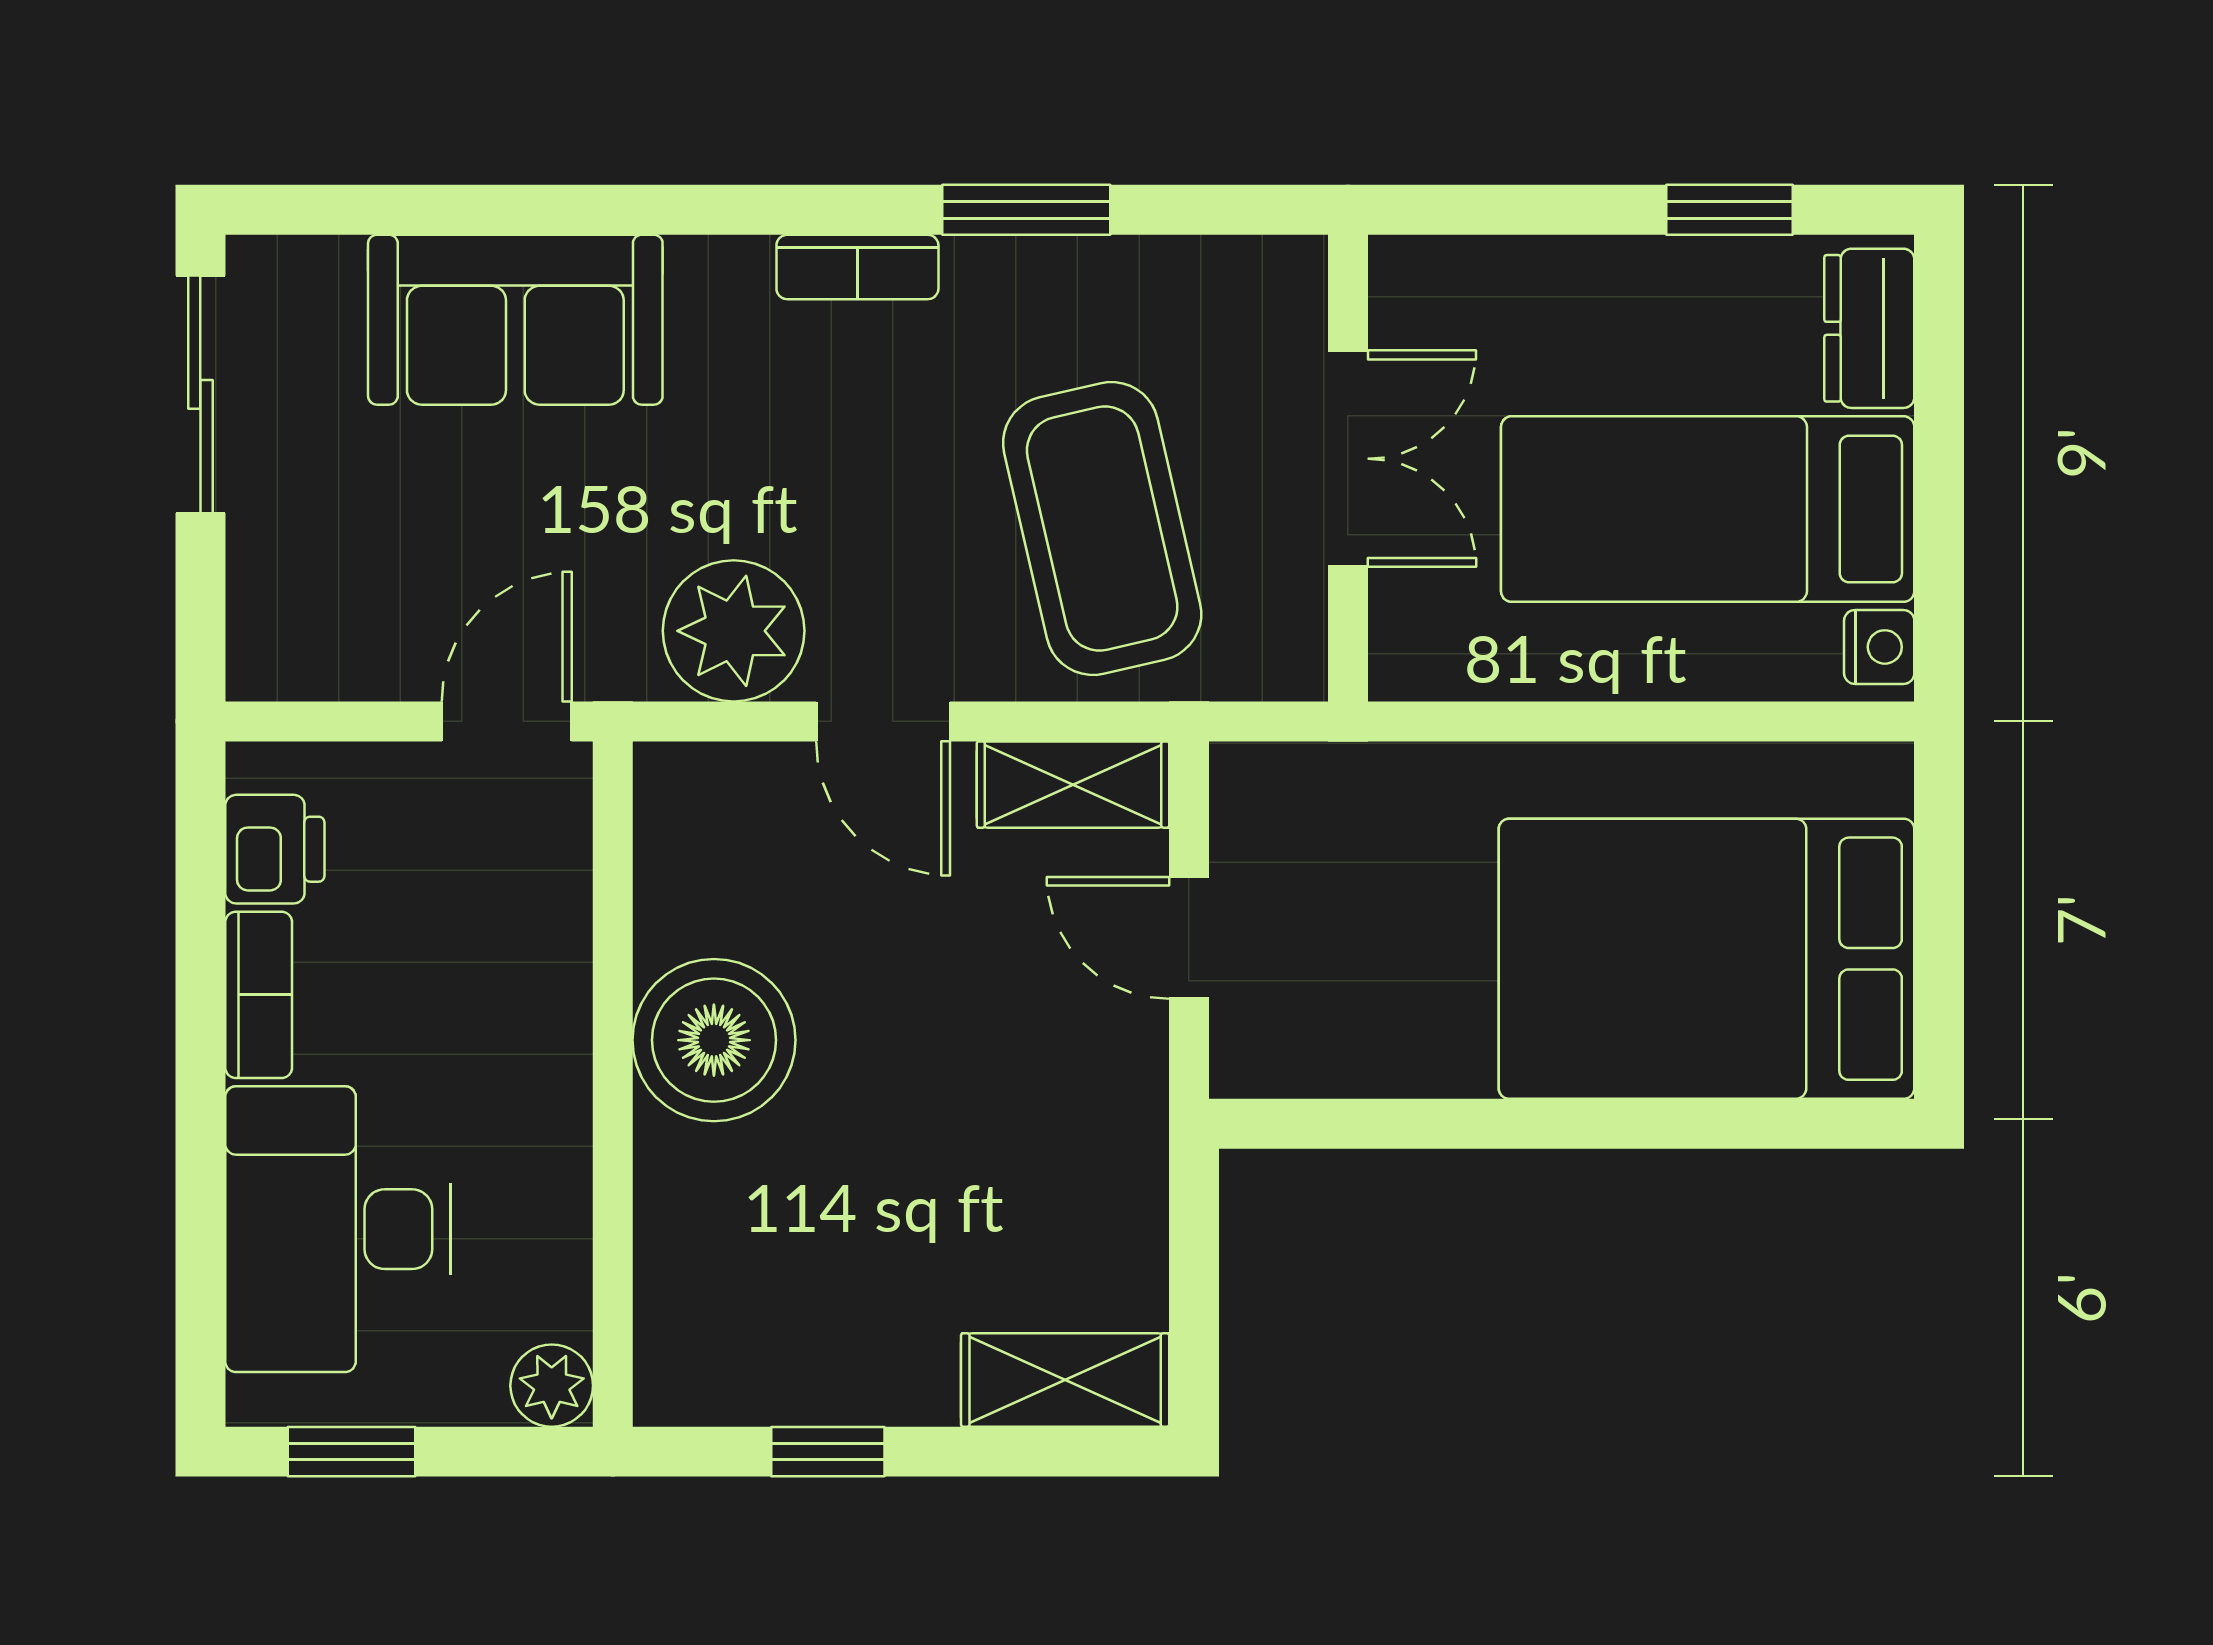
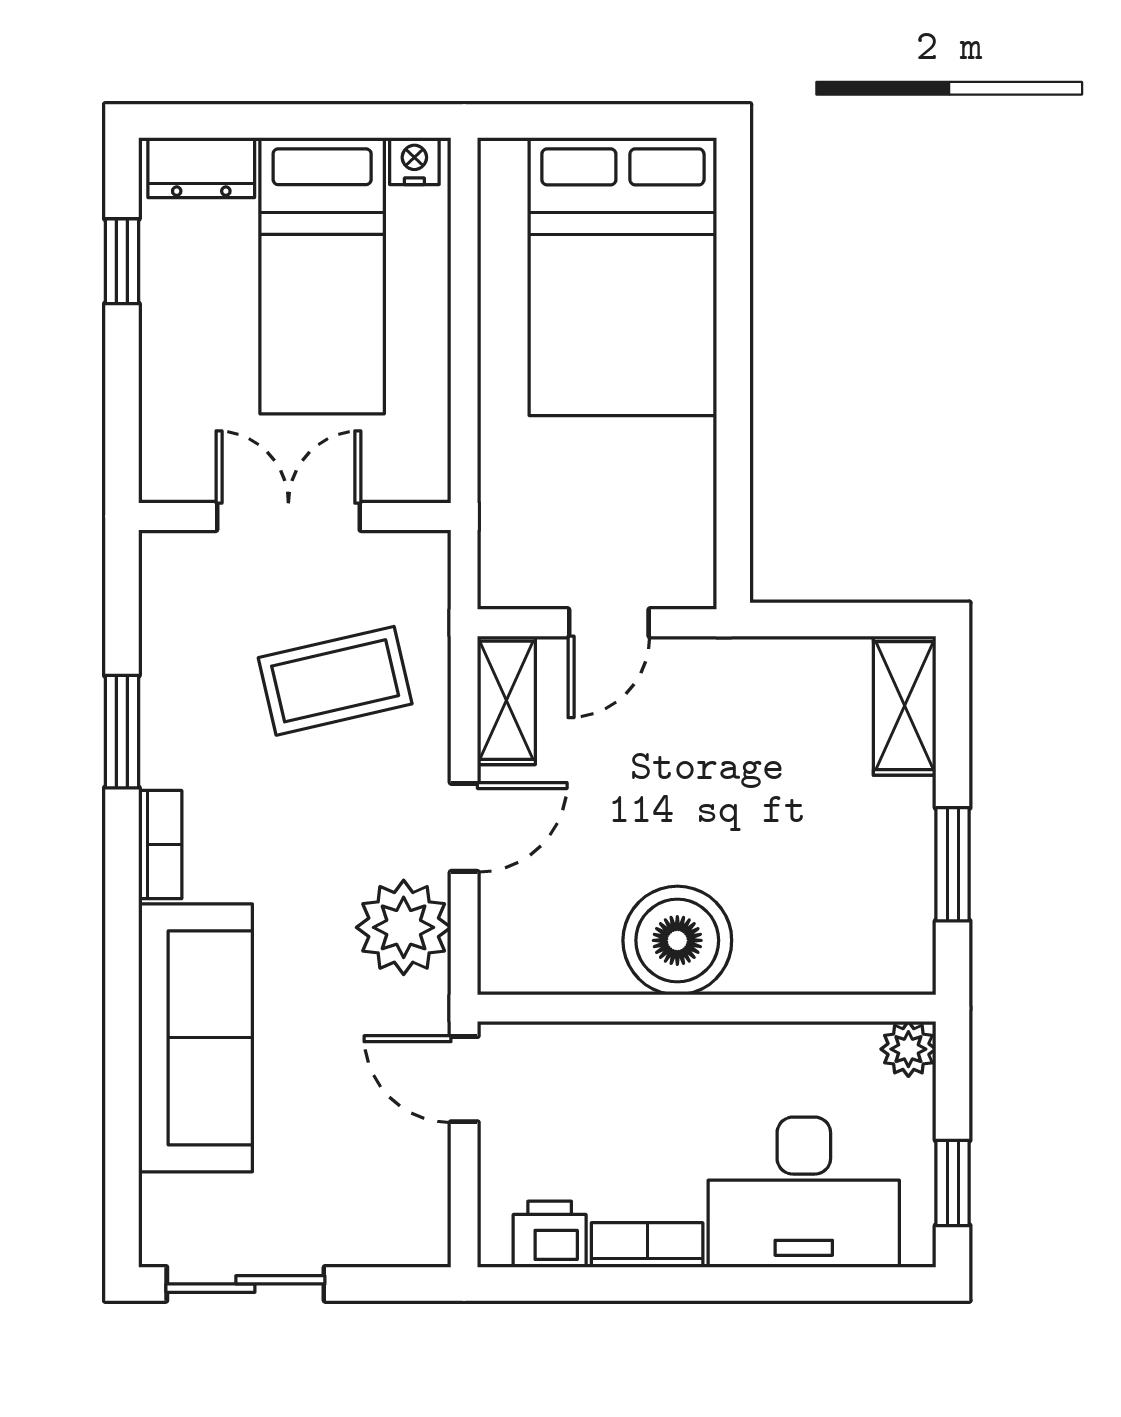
sofa: (515, 320) -> (195, 1038), width x1.36
coffee table: (1102, 528) -> (335, 681), width x0.73, depth x0.76
window: (828, 1452) -> (953, 864), width x1.50

